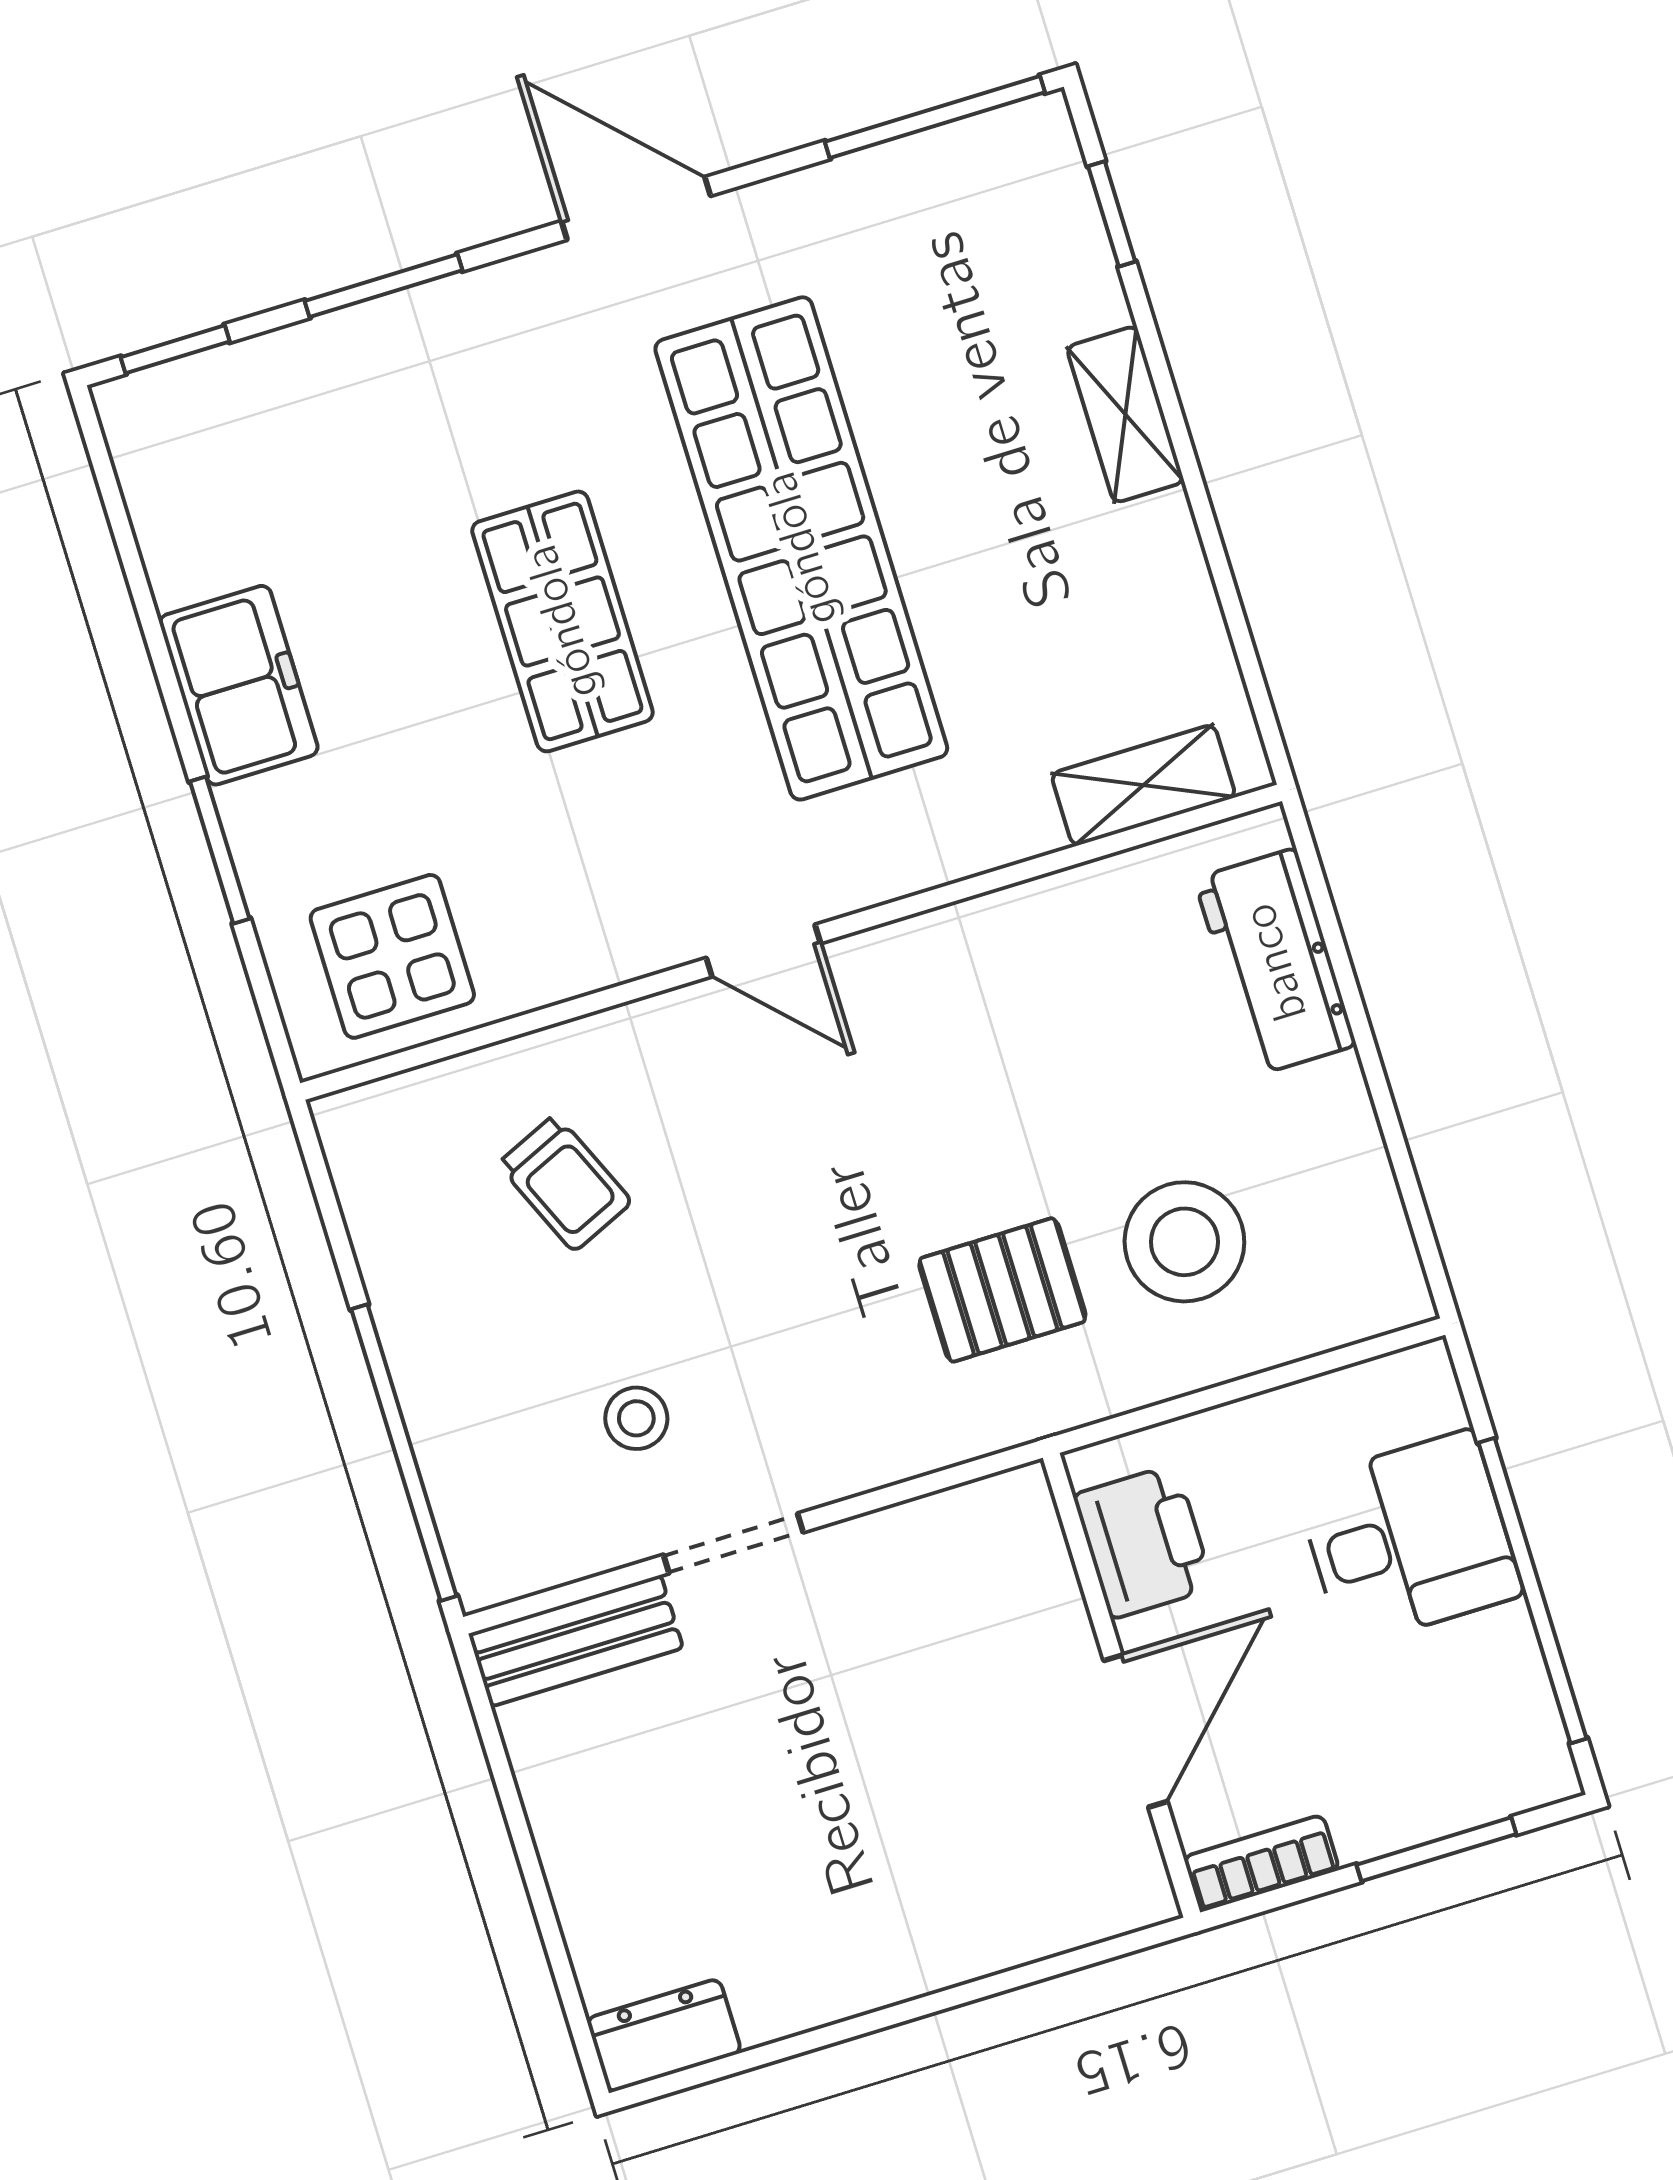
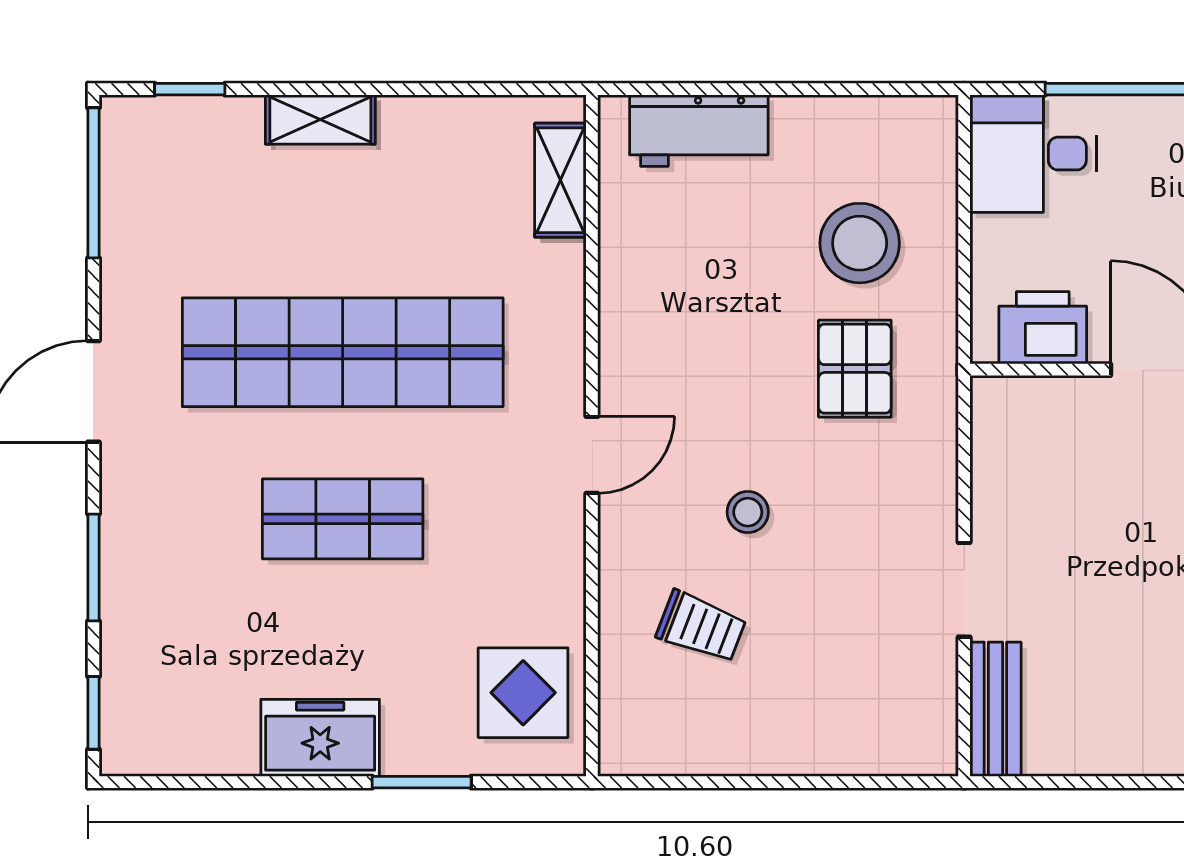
trolley: (565, 1183) -> (701, 627), turned 45
stool: (636, 1418) -> (748, 512), moved
window: (404, 1453) -> (842, 782), removed
desk: (1408, 1539) -> (1033, 154), moved, turned -90

